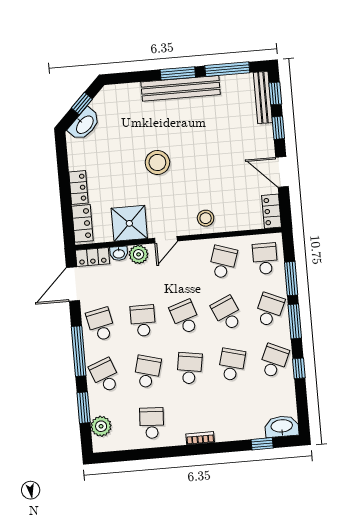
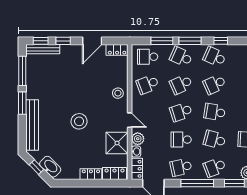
bench: (181, 88) -> (32, 125), moved
school desk: (223, 262) -> (148, 84), turned -39
school desk: (232, 365) -> (215, 84), turned -39

